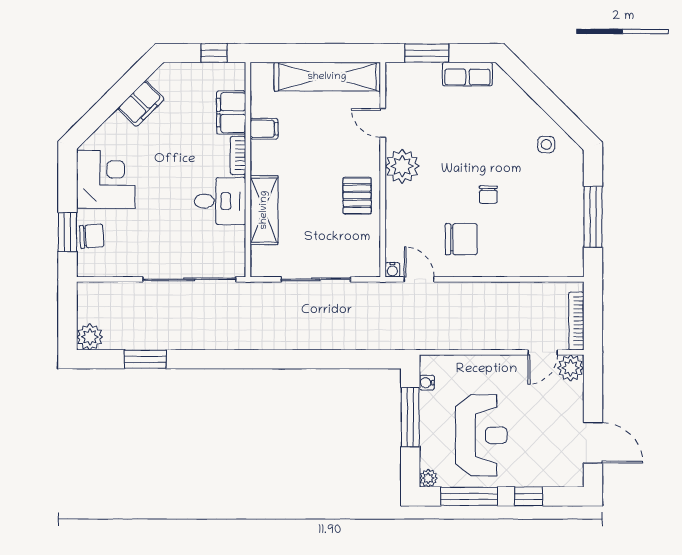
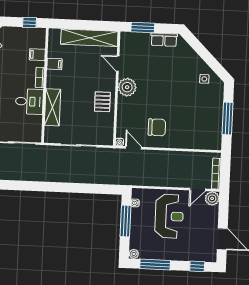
filing cabinet: (231, 113) -> (37, 55), width x0.50
chair: (488, 195) -> (172, 104), removed
reception desk: (481, 435) -> (169, 216), moved
window: (529, 496) -> (197, 266), moved

